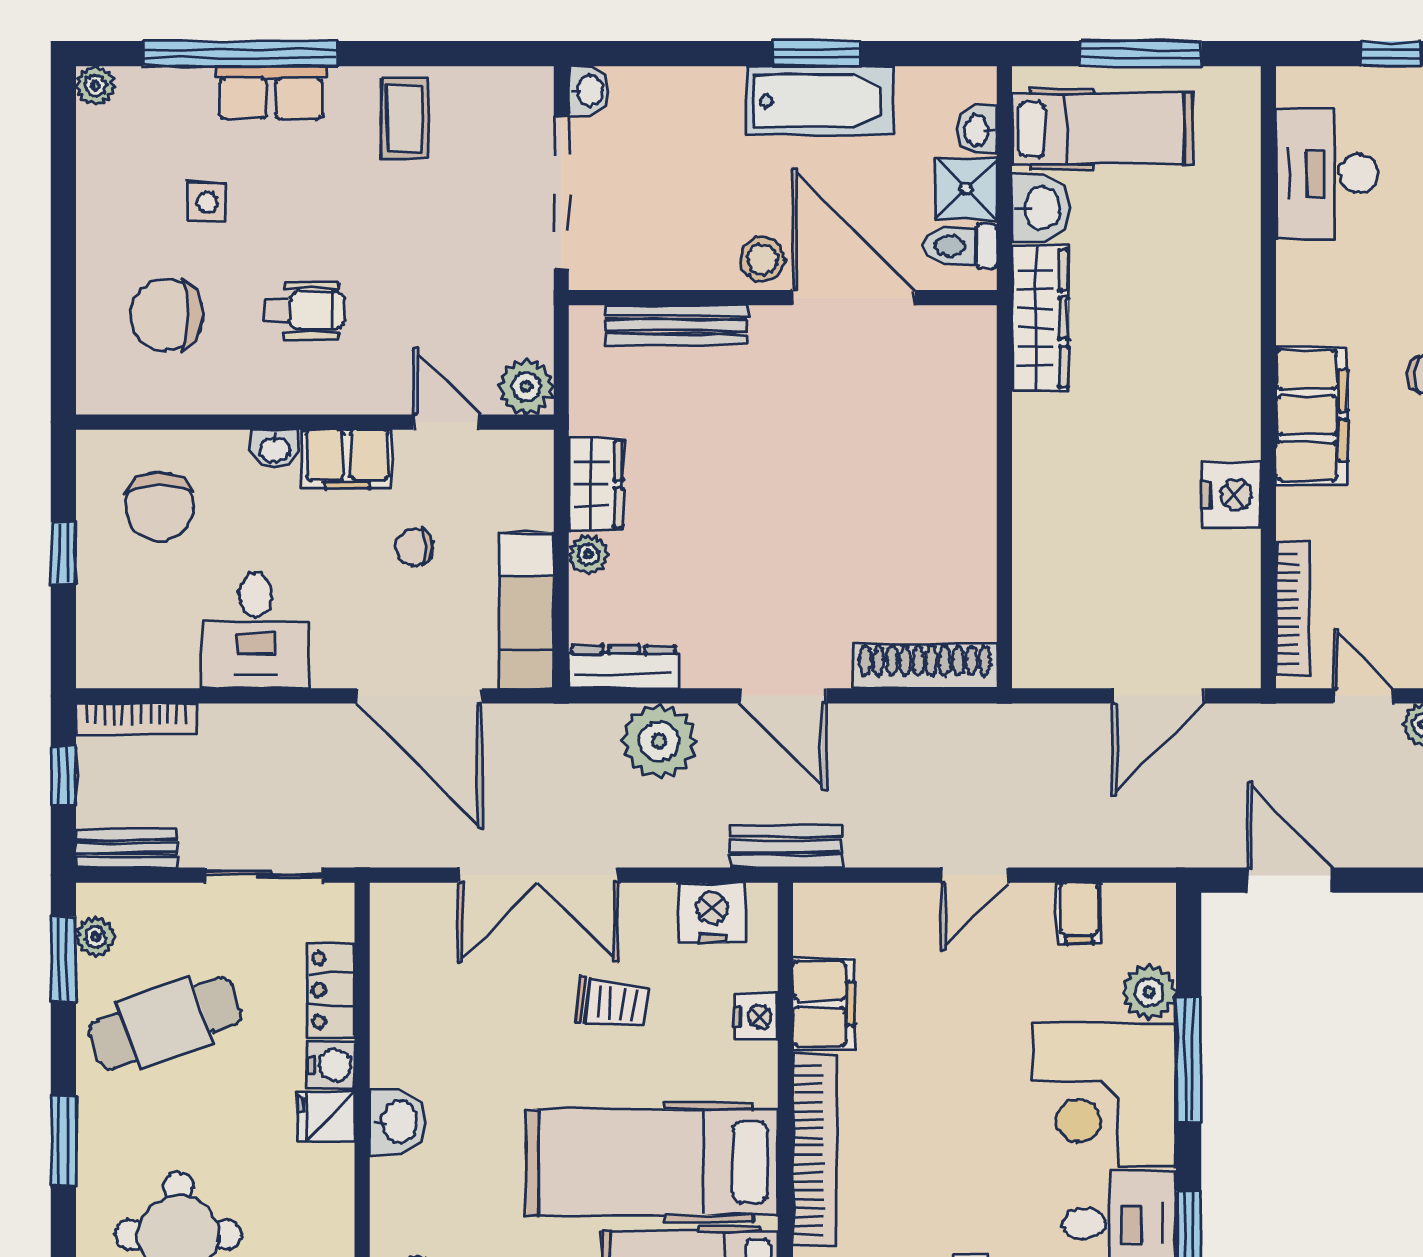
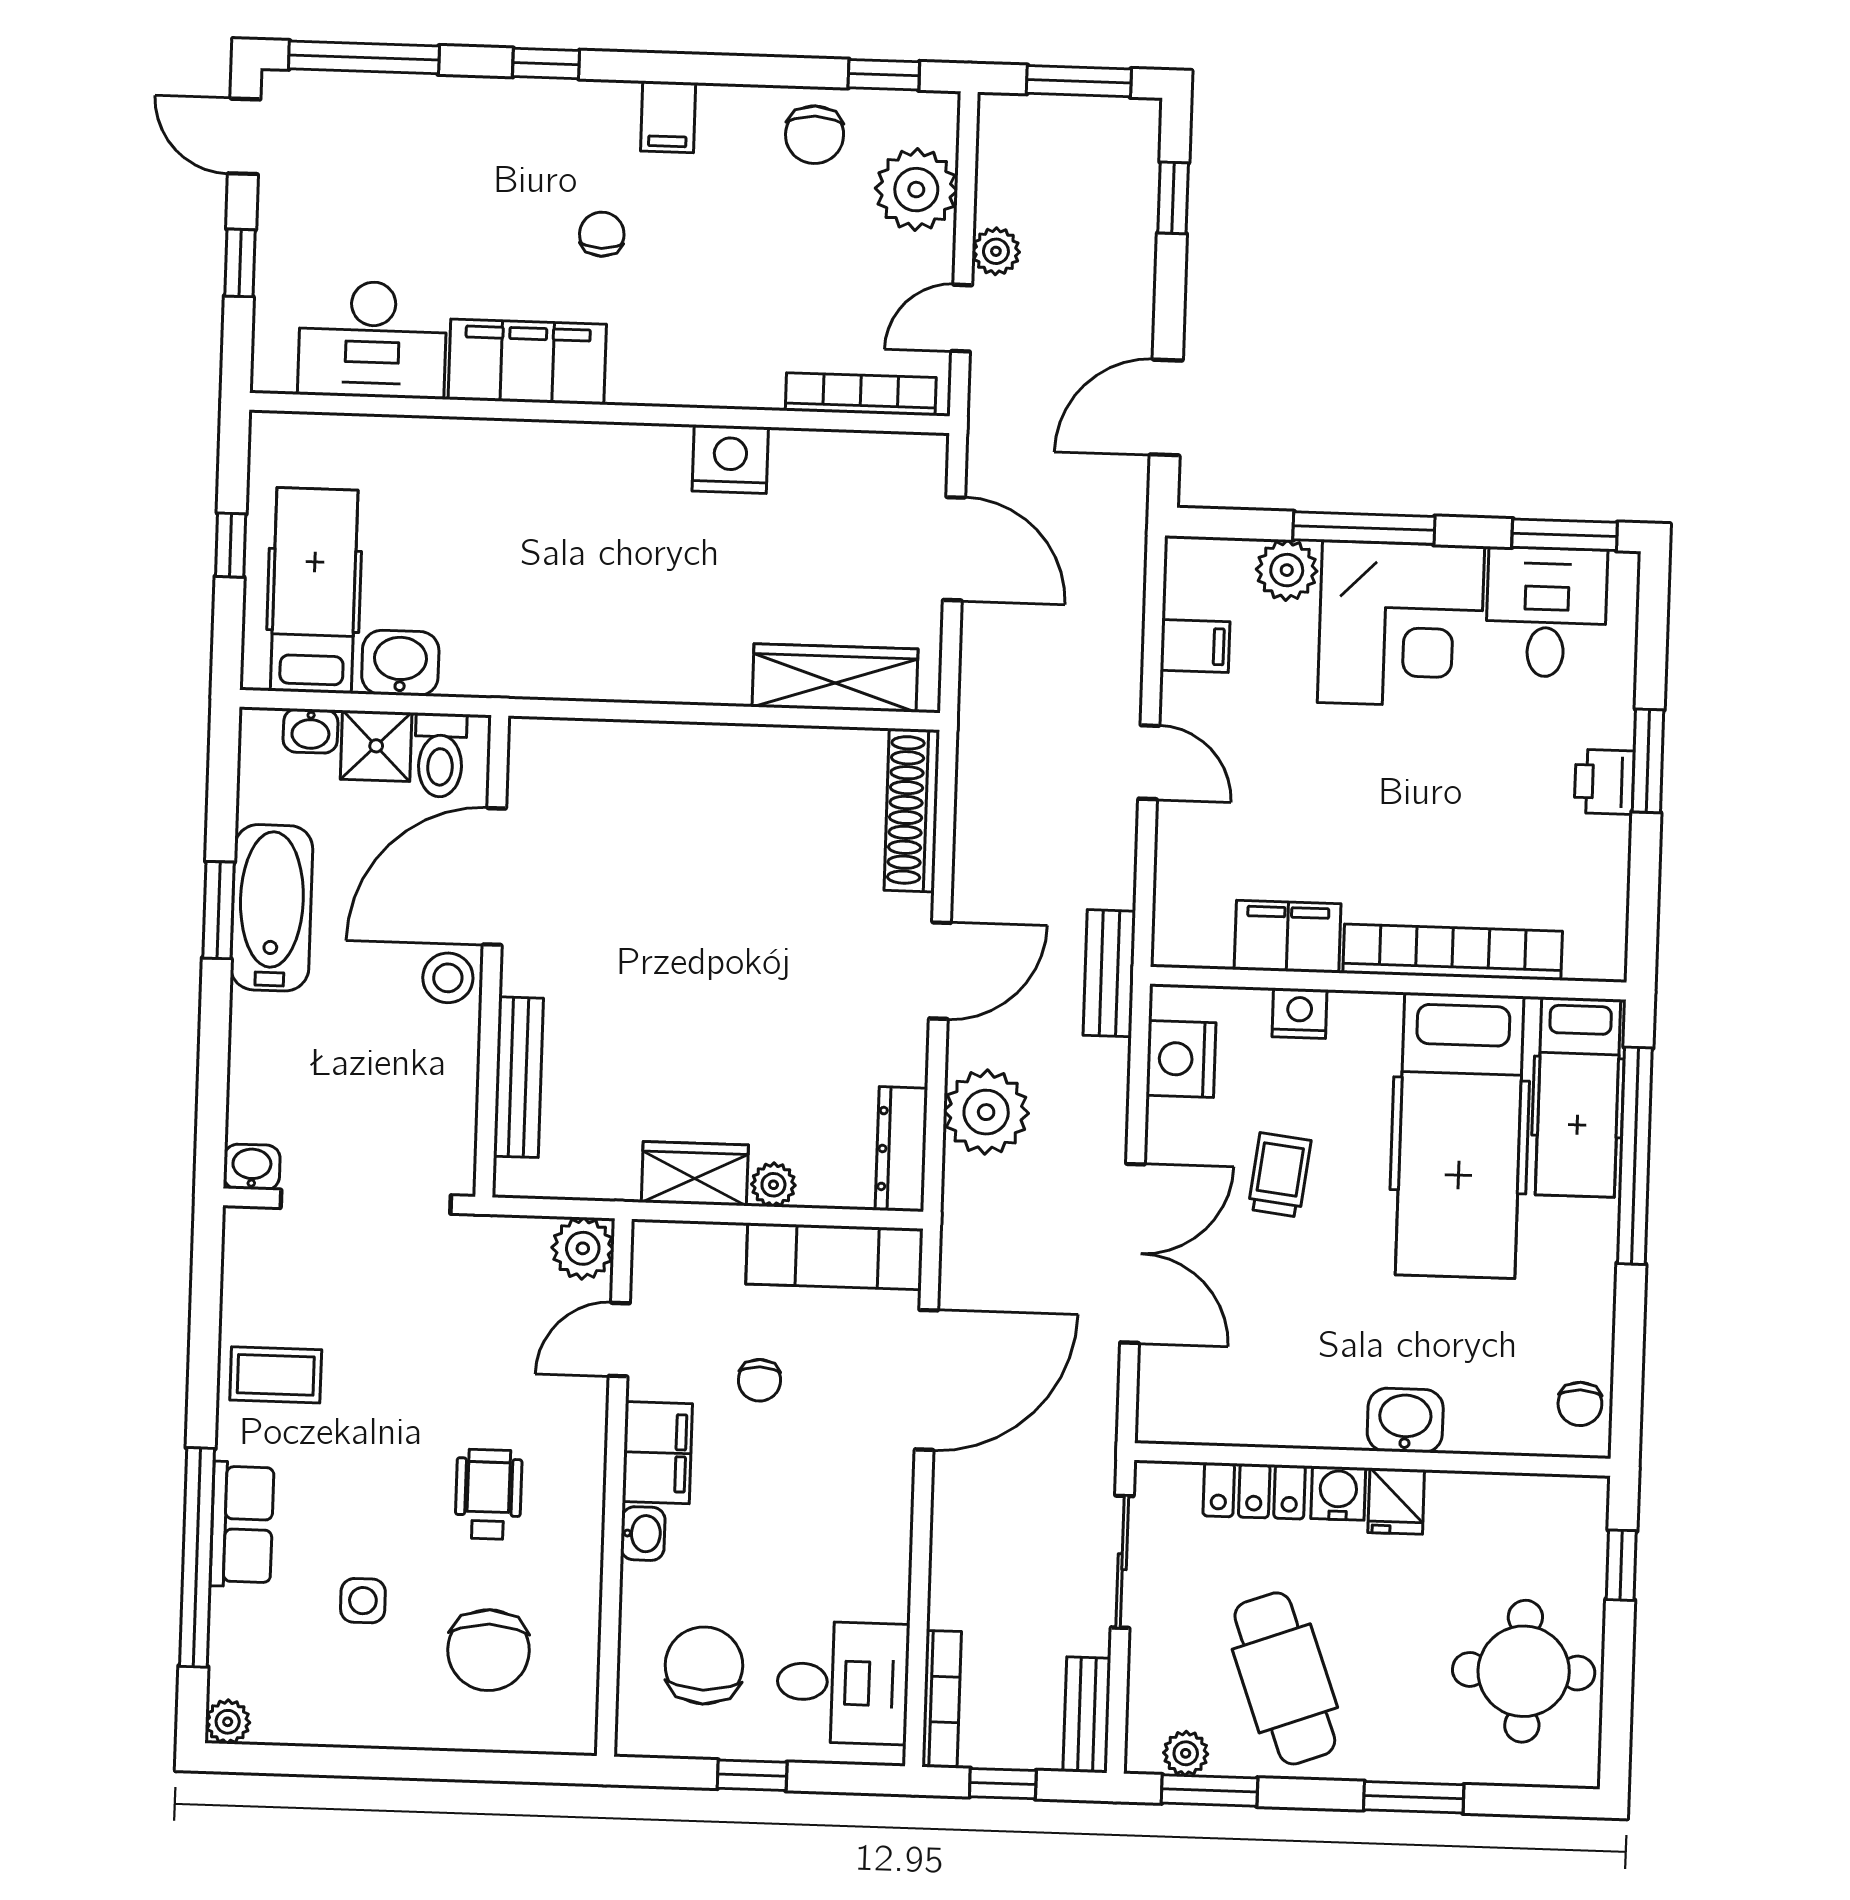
window: (1140, 54) -> (231, 545), width x0.46
wardrobe: (1040, 318) -> (835, 678), moved
filing cabinet: (1312, 415) -> (527, 362), moved
chair: (160, 507) -> (704, 1665), turned -90
desk: (255, 631) -> (843, 1683), moved

